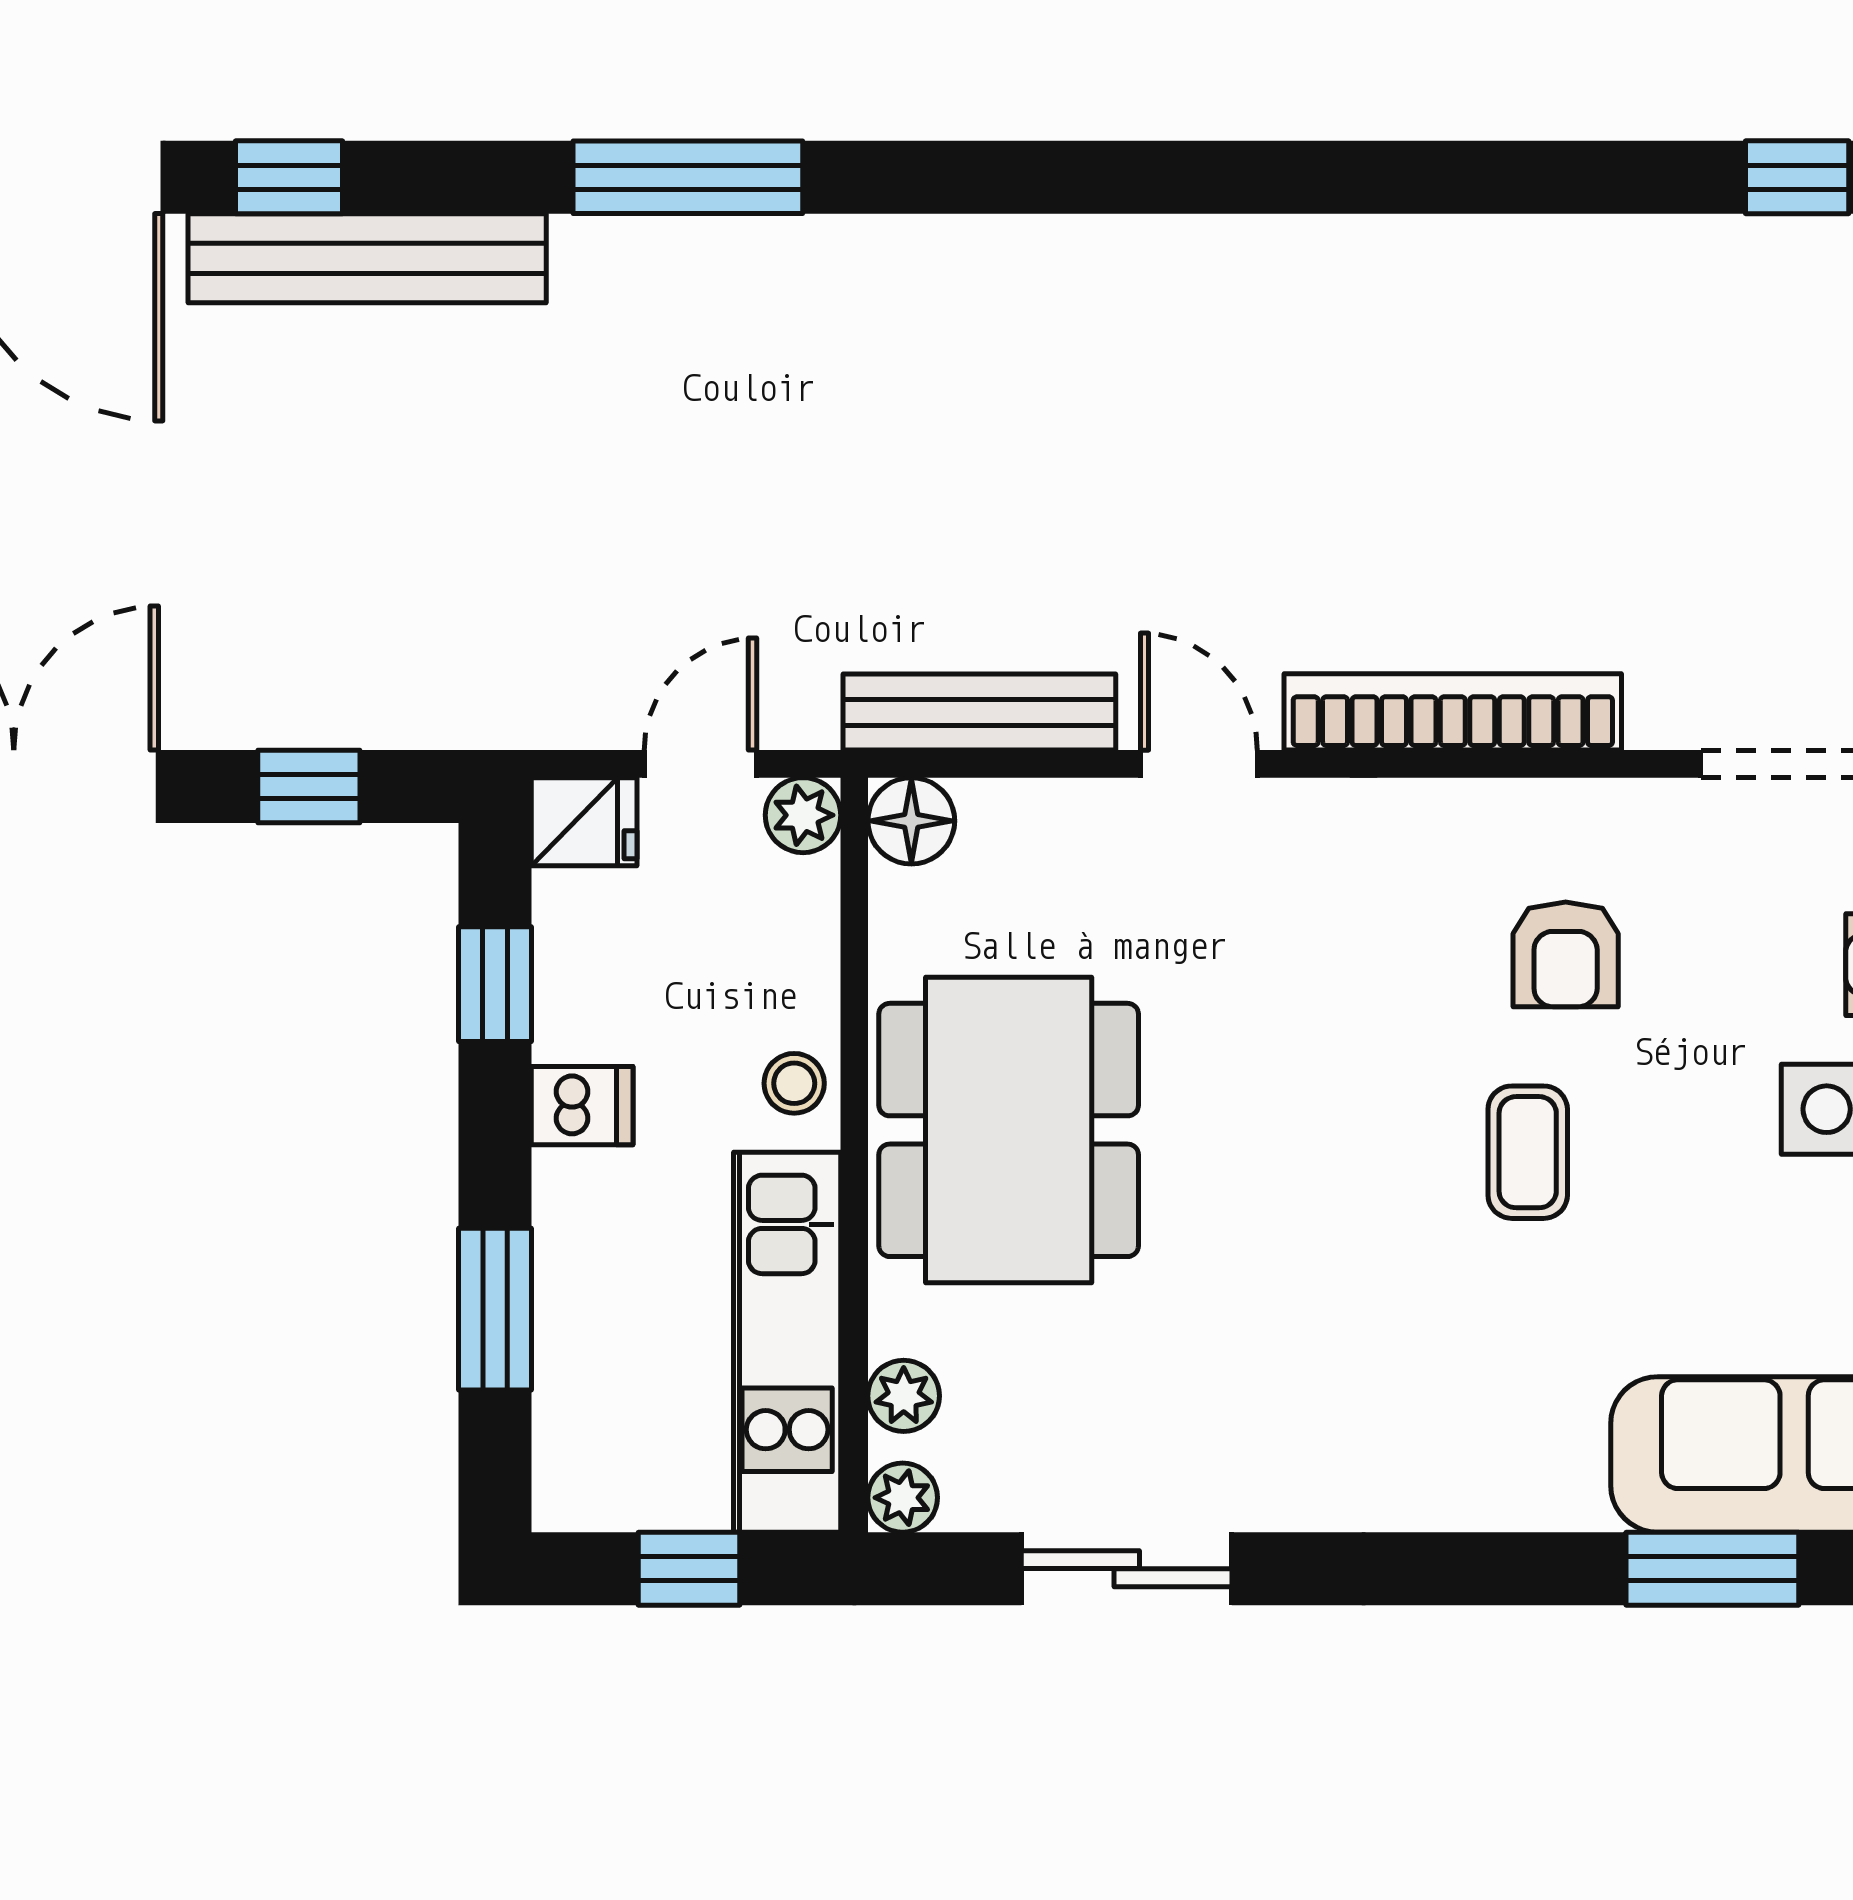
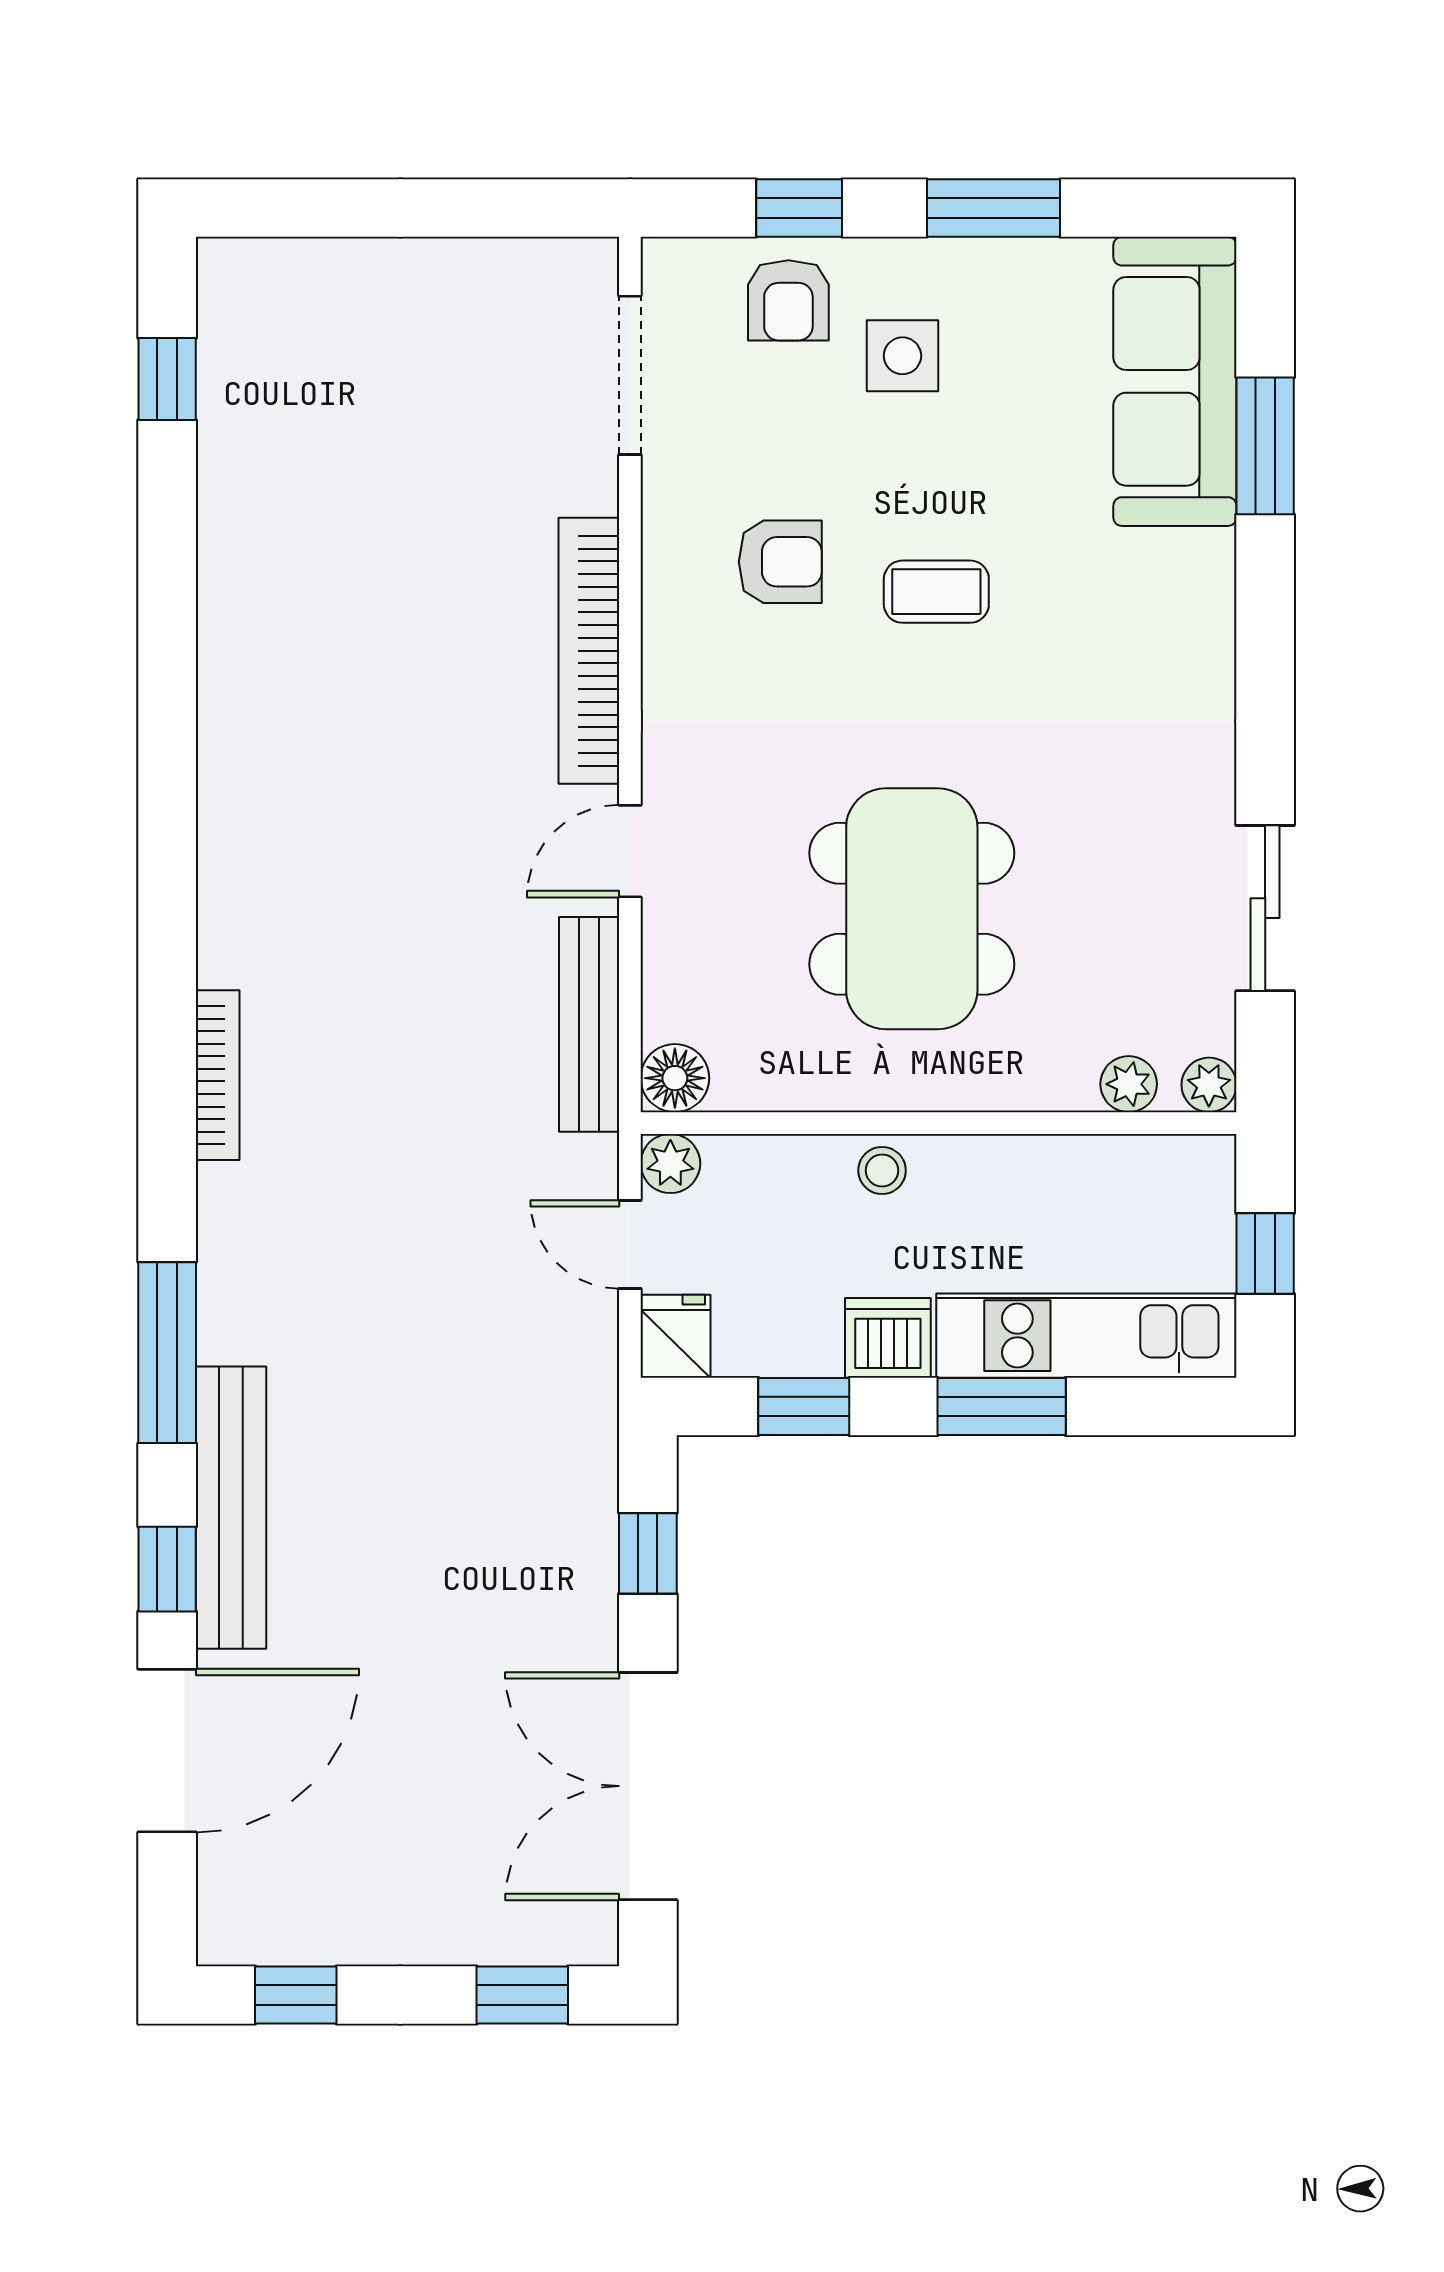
window: (688, 177) -> (167, 1353), moved
bookcase: (915, 241) -> (218, 1075), added
dishwasher: (582, 1106) -> (888, 1338), width x1.38
dining table: (1009, 1130) -> (912, 909), moved, turned 90
window: (495, 1309) -> (1002, 1407), moved
kitchen unit: (787, 1342) -> (1086, 1336), moved, turned 180

